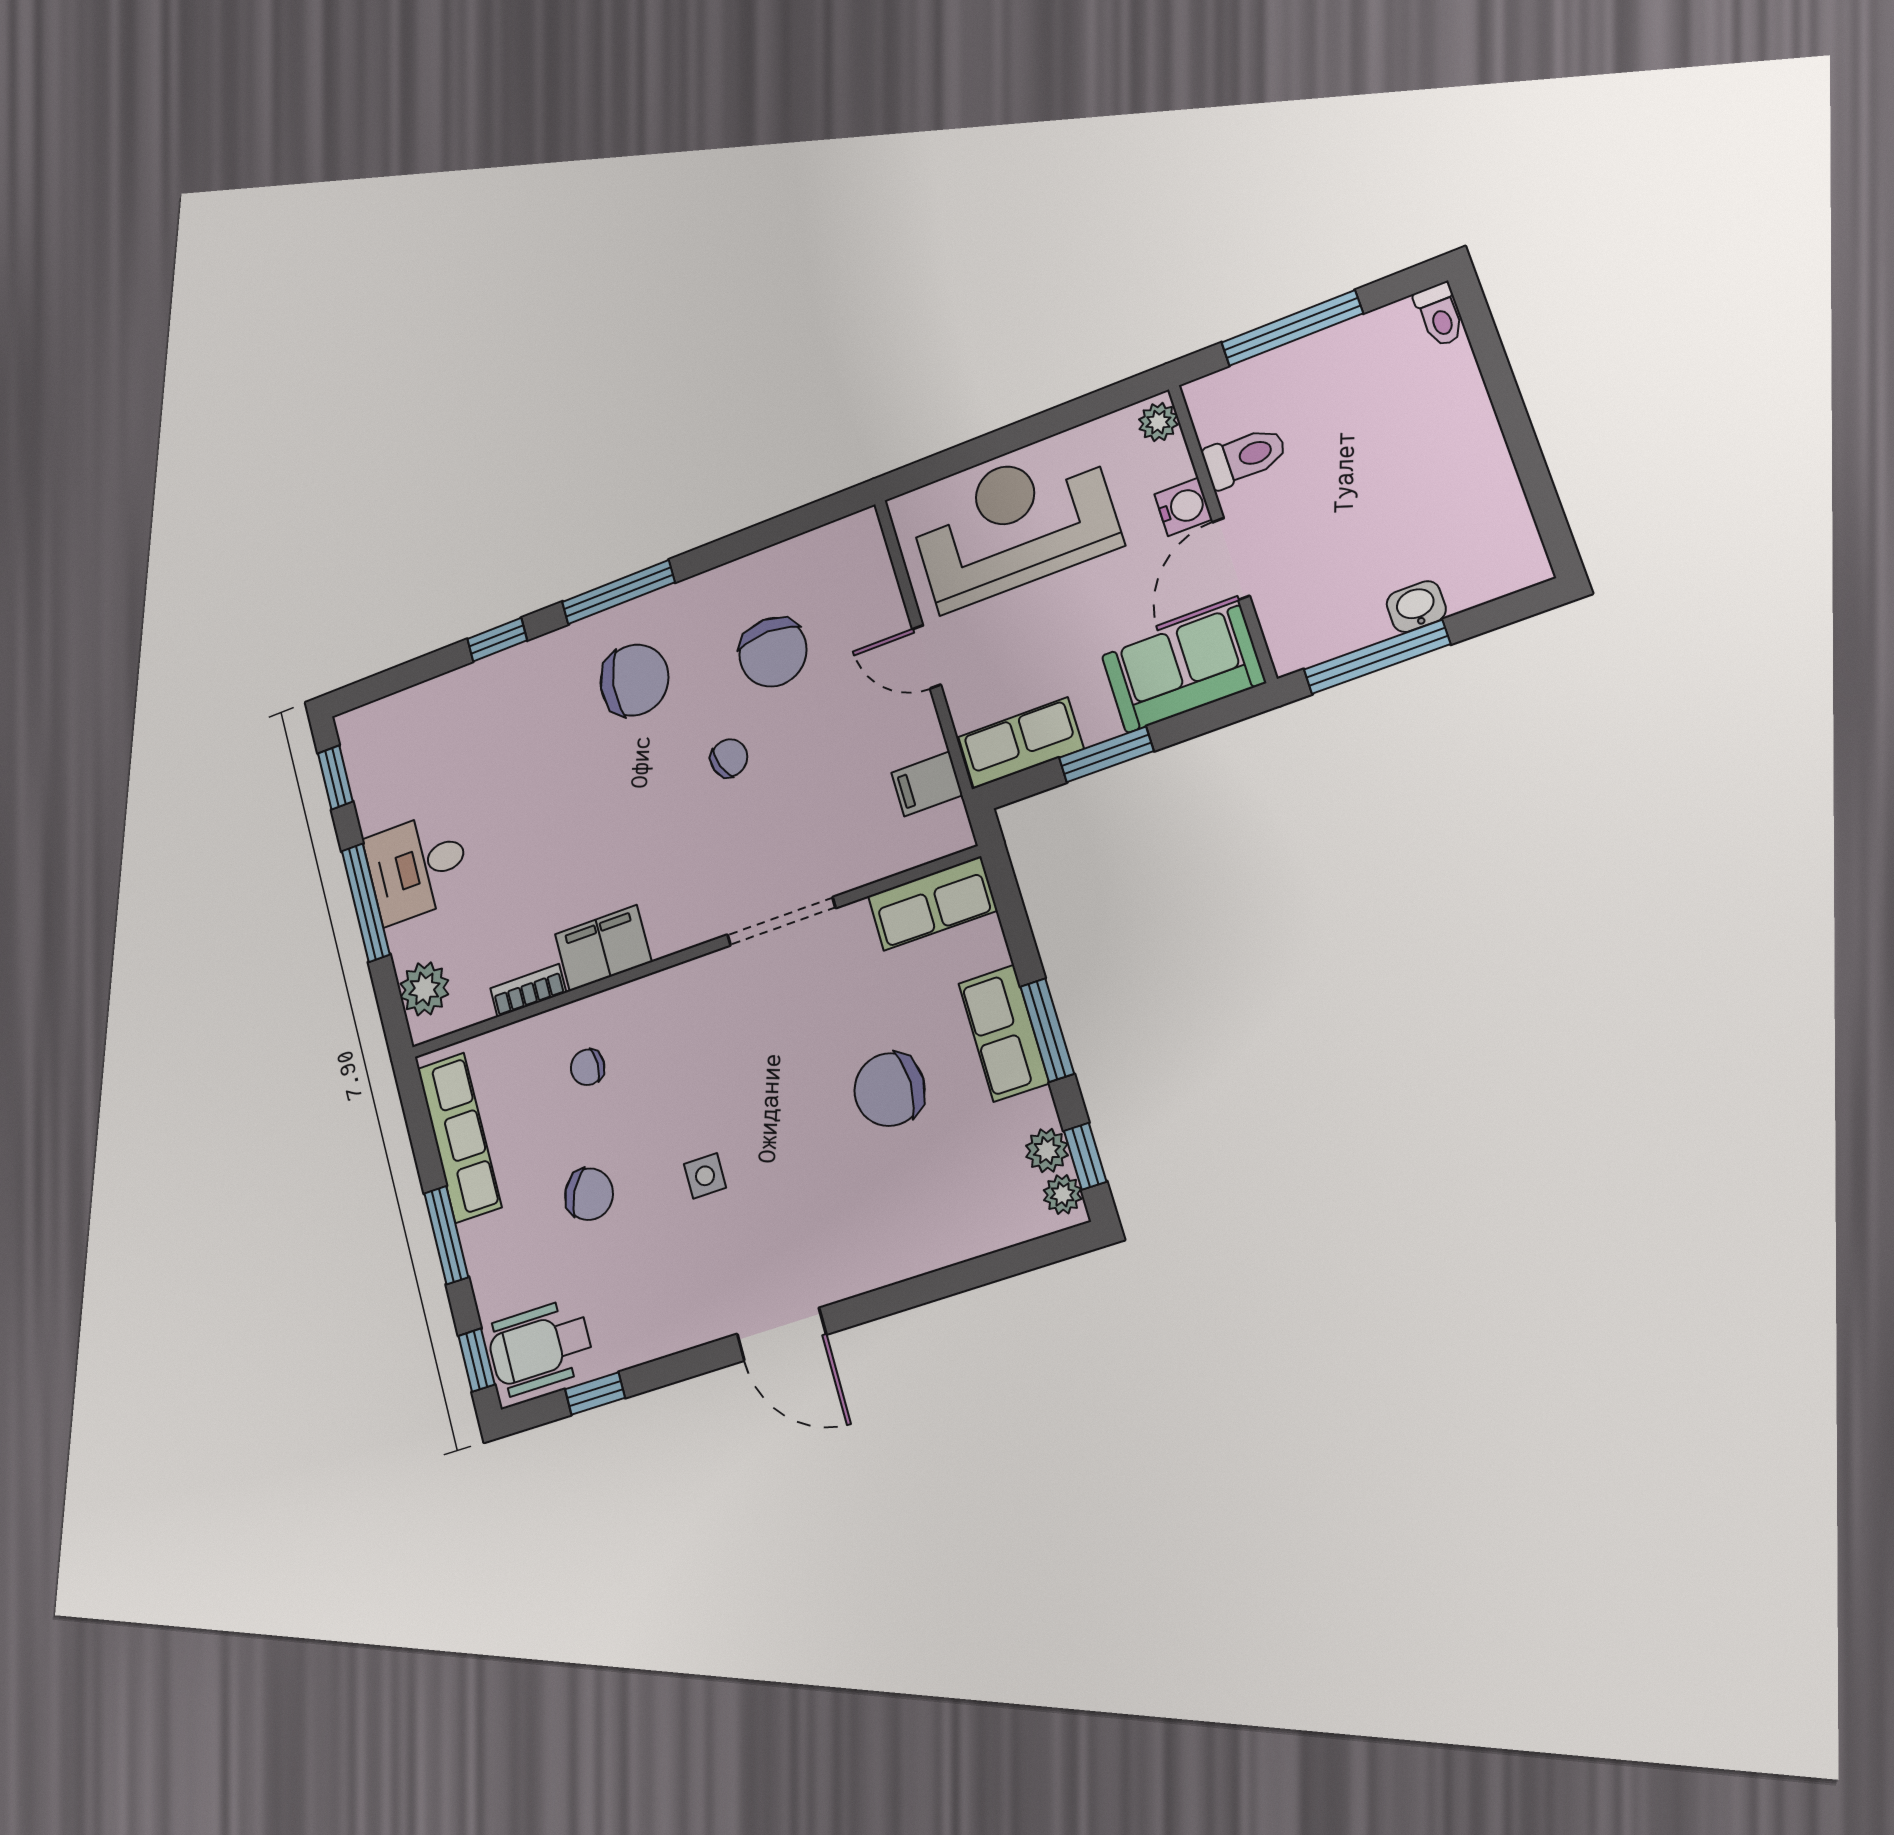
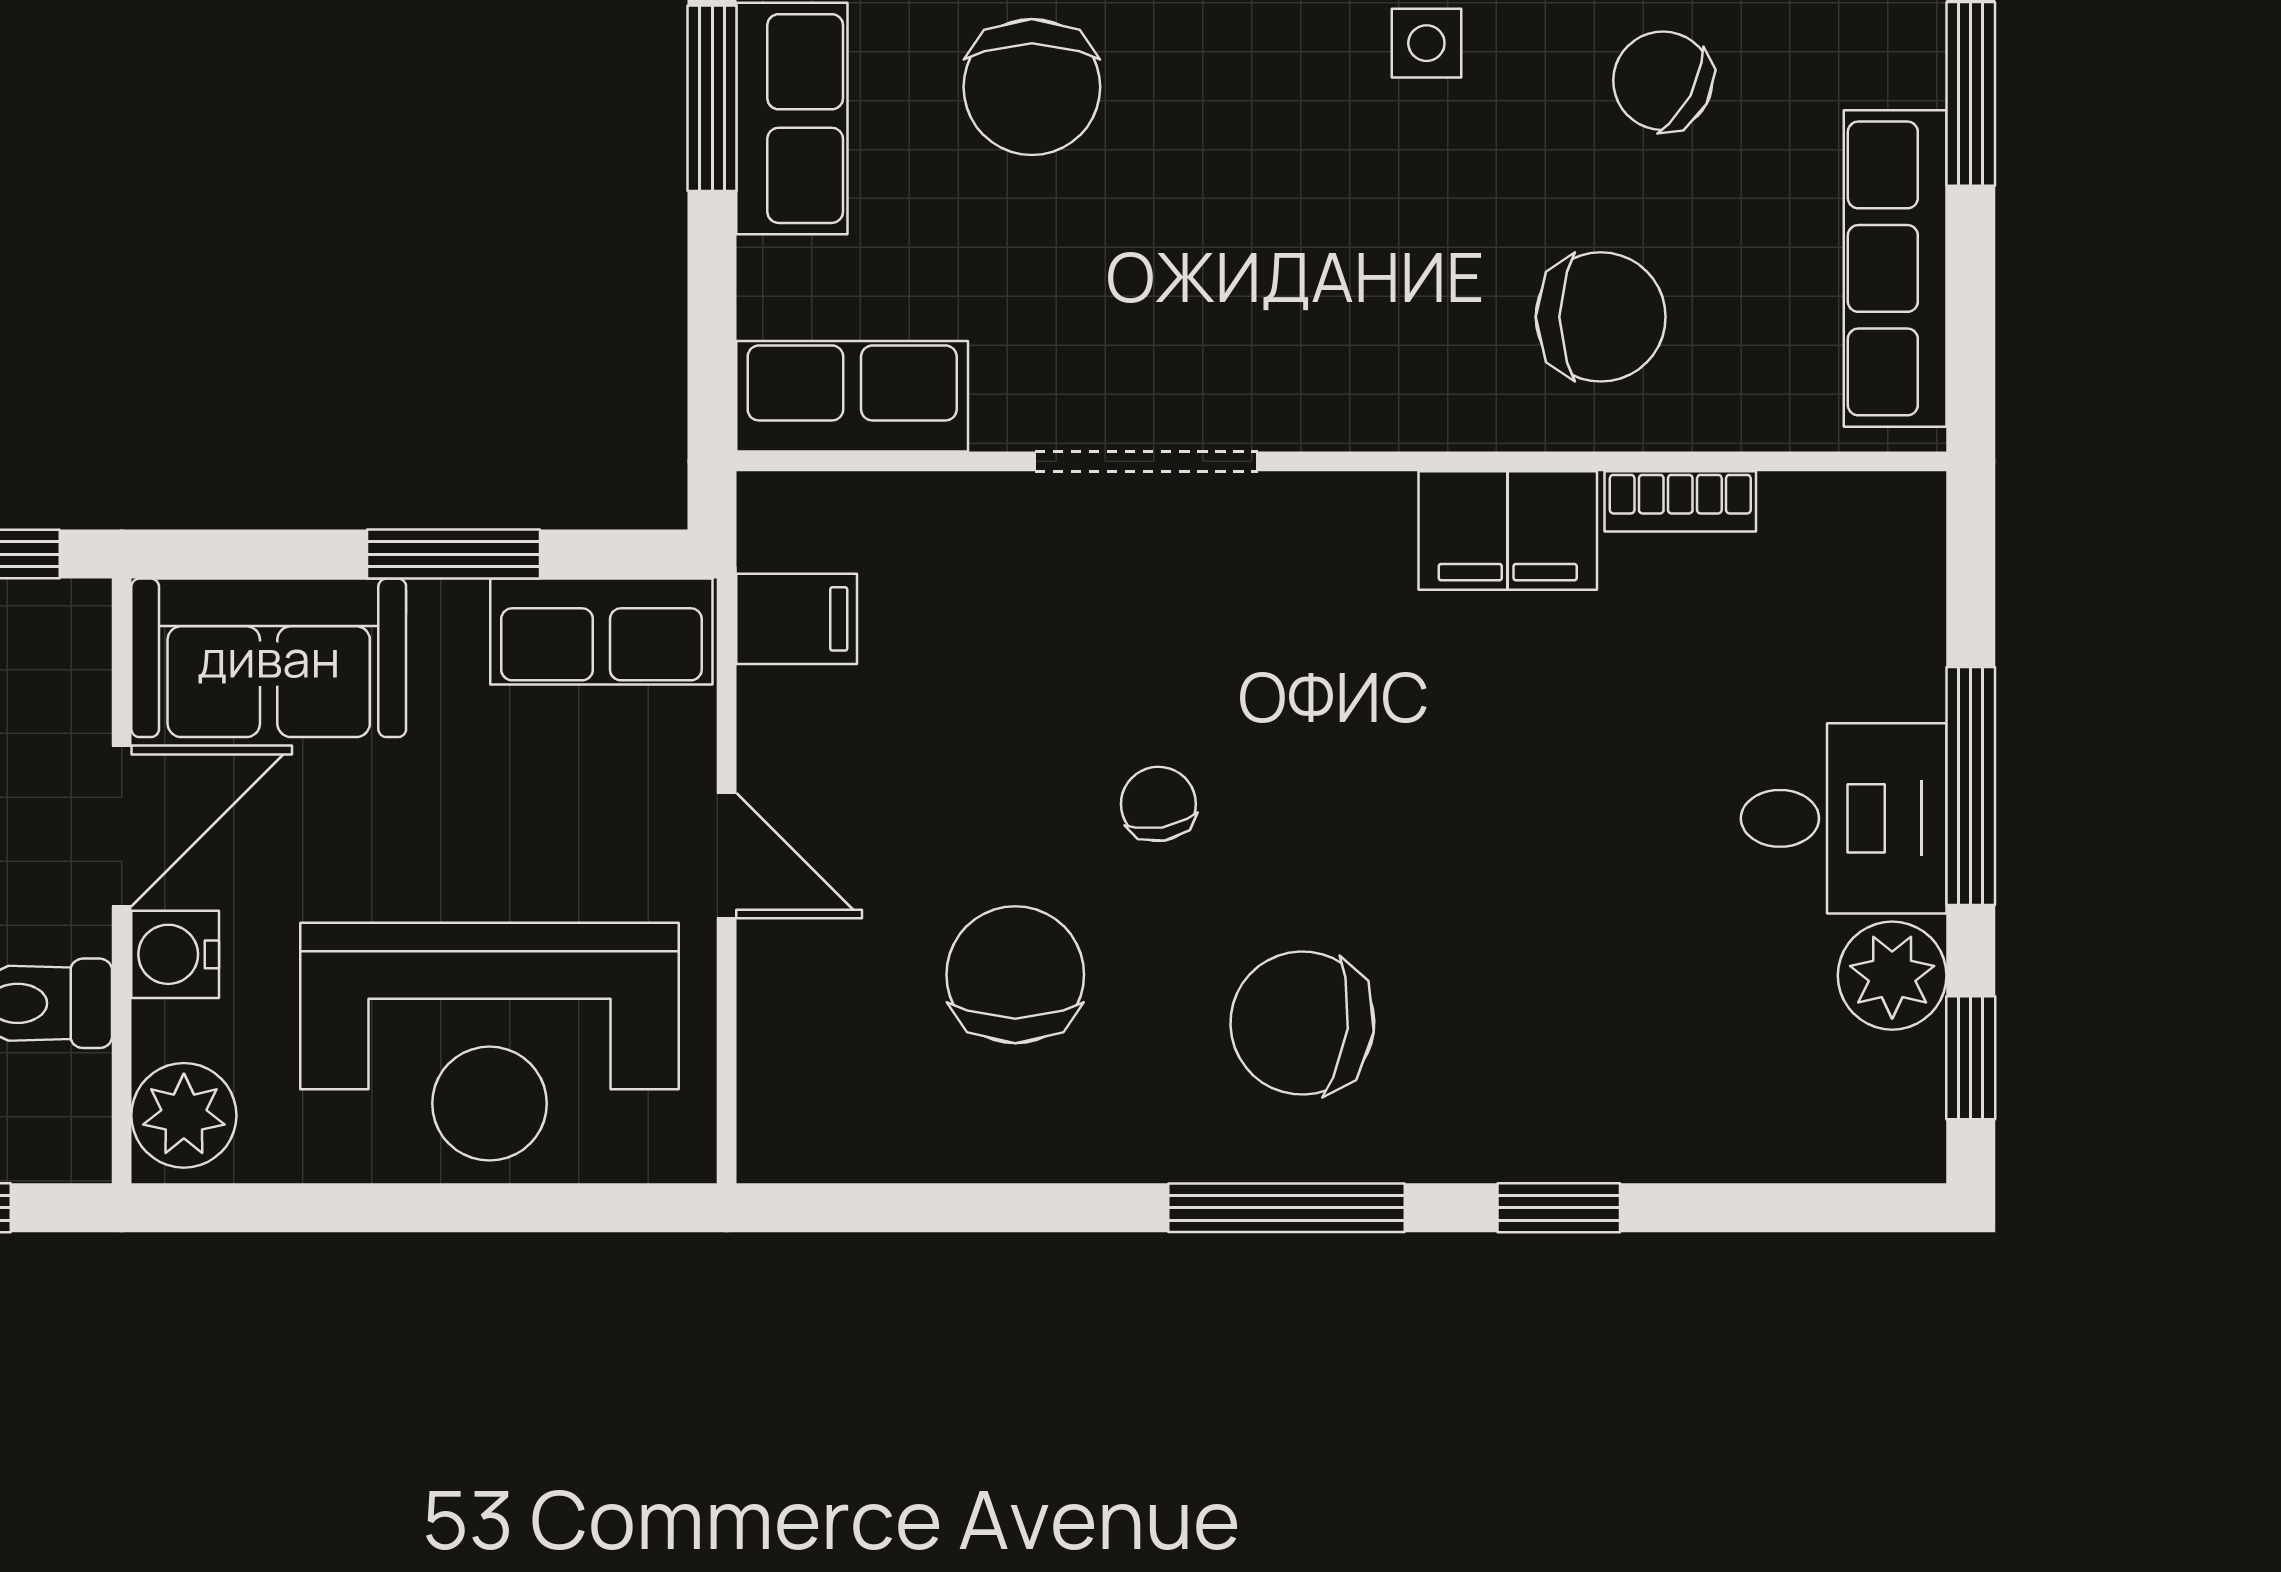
plant: (1158, 422) -> (184, 1115), width x1.38, depth x1.38
chair: (729, 758) -> (1158, 804), turned 100
plant: (424, 989) -> (1892, 976), moved
chair: (588, 1067) -> (1601, 317), width x1.87, depth x1.87
chair: (889, 1090) -> (1032, 87), turned 90

